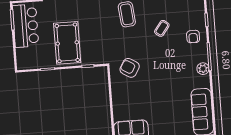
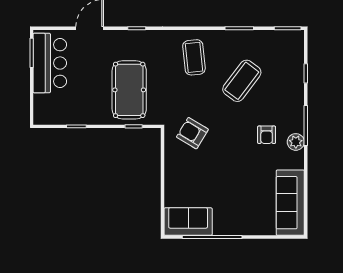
coffee table: (162, 28) -> (242, 81), width x1.86, depth x1.72
armchair: (193, 37) -> (267, 135), moved
pool table: (67, 43) -> (129, 90), moved

